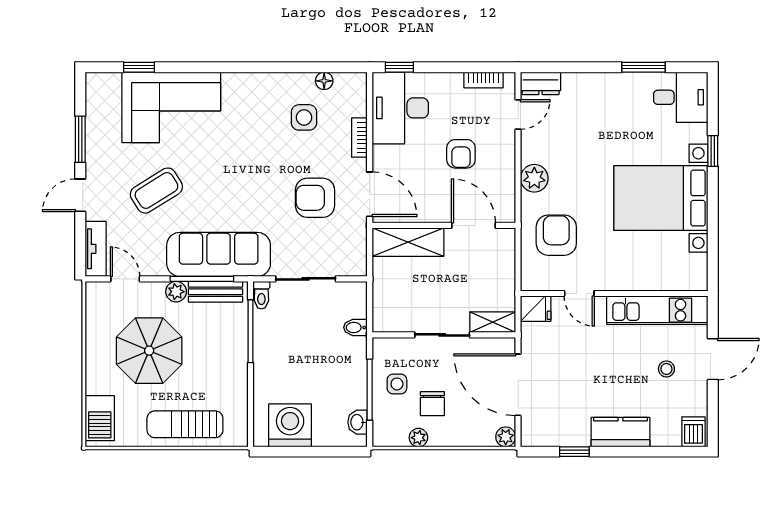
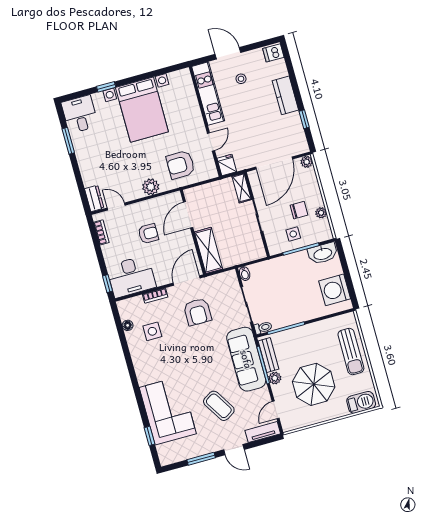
bidet: (355, 327) -> (245, 274), moved
washbasin: (357, 422) -> (323, 253), width x1.91, depth x1.45

